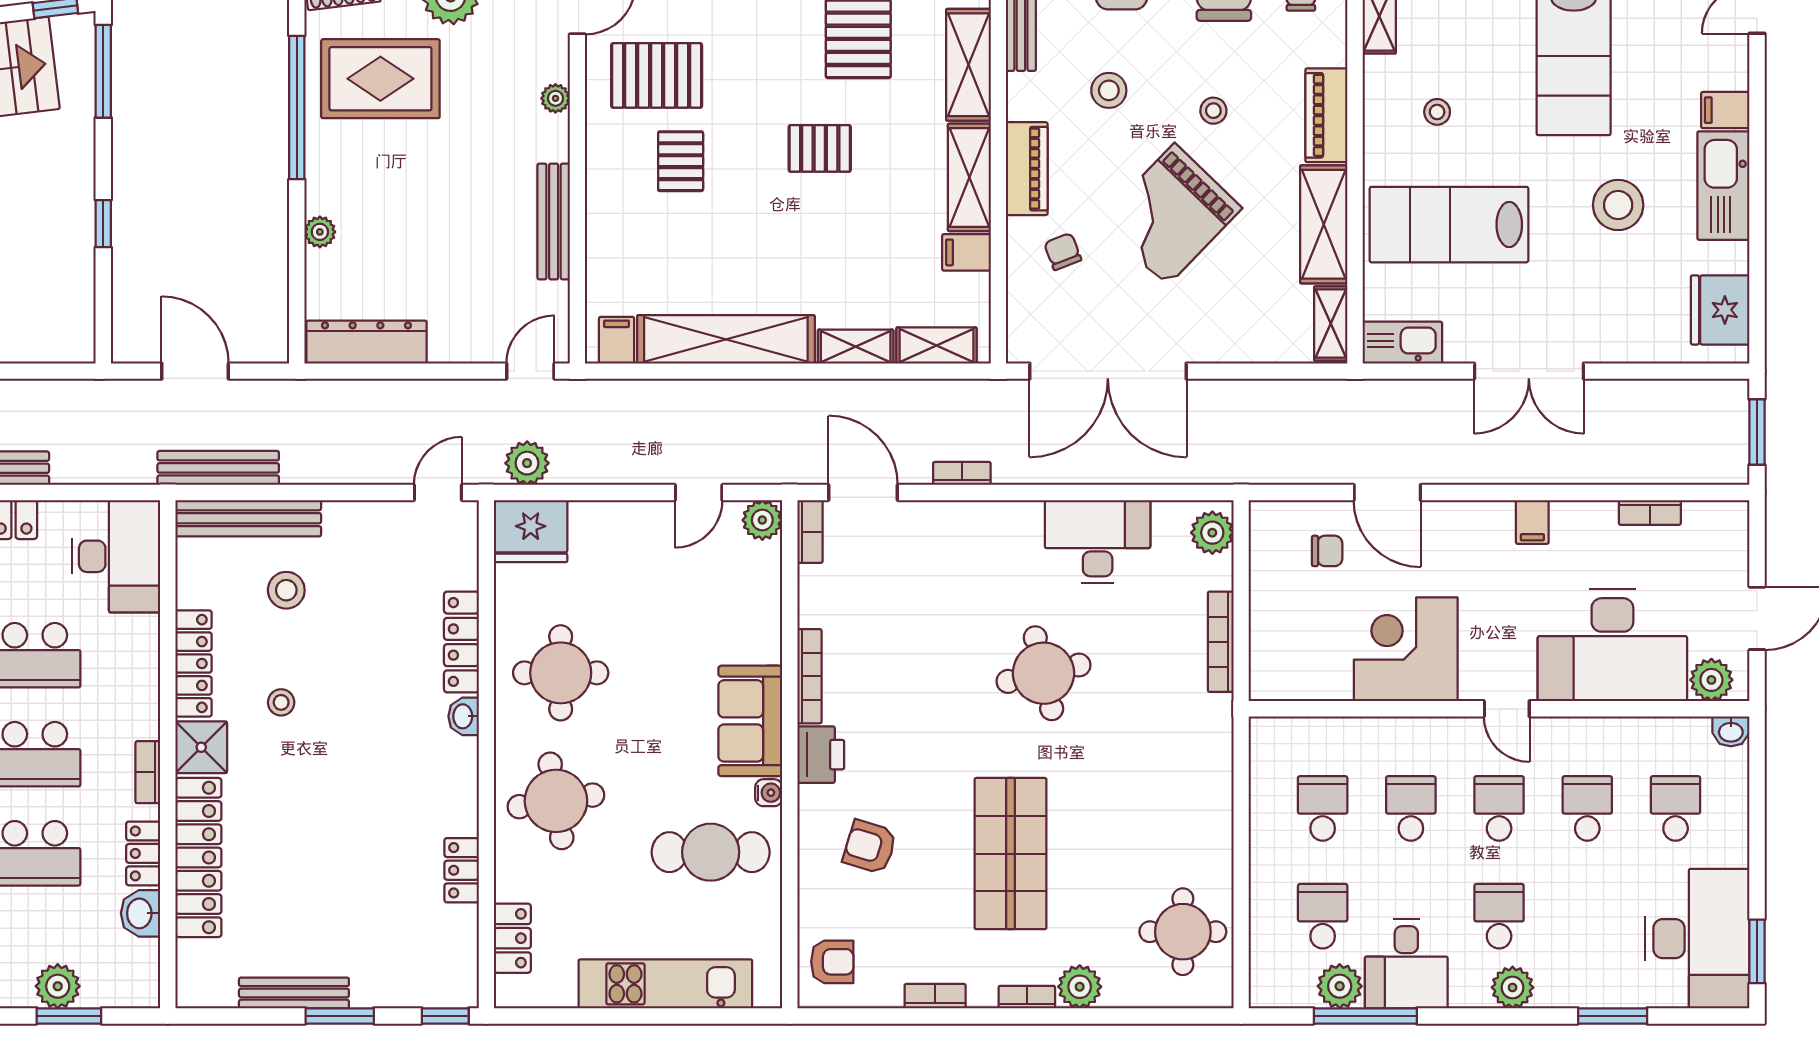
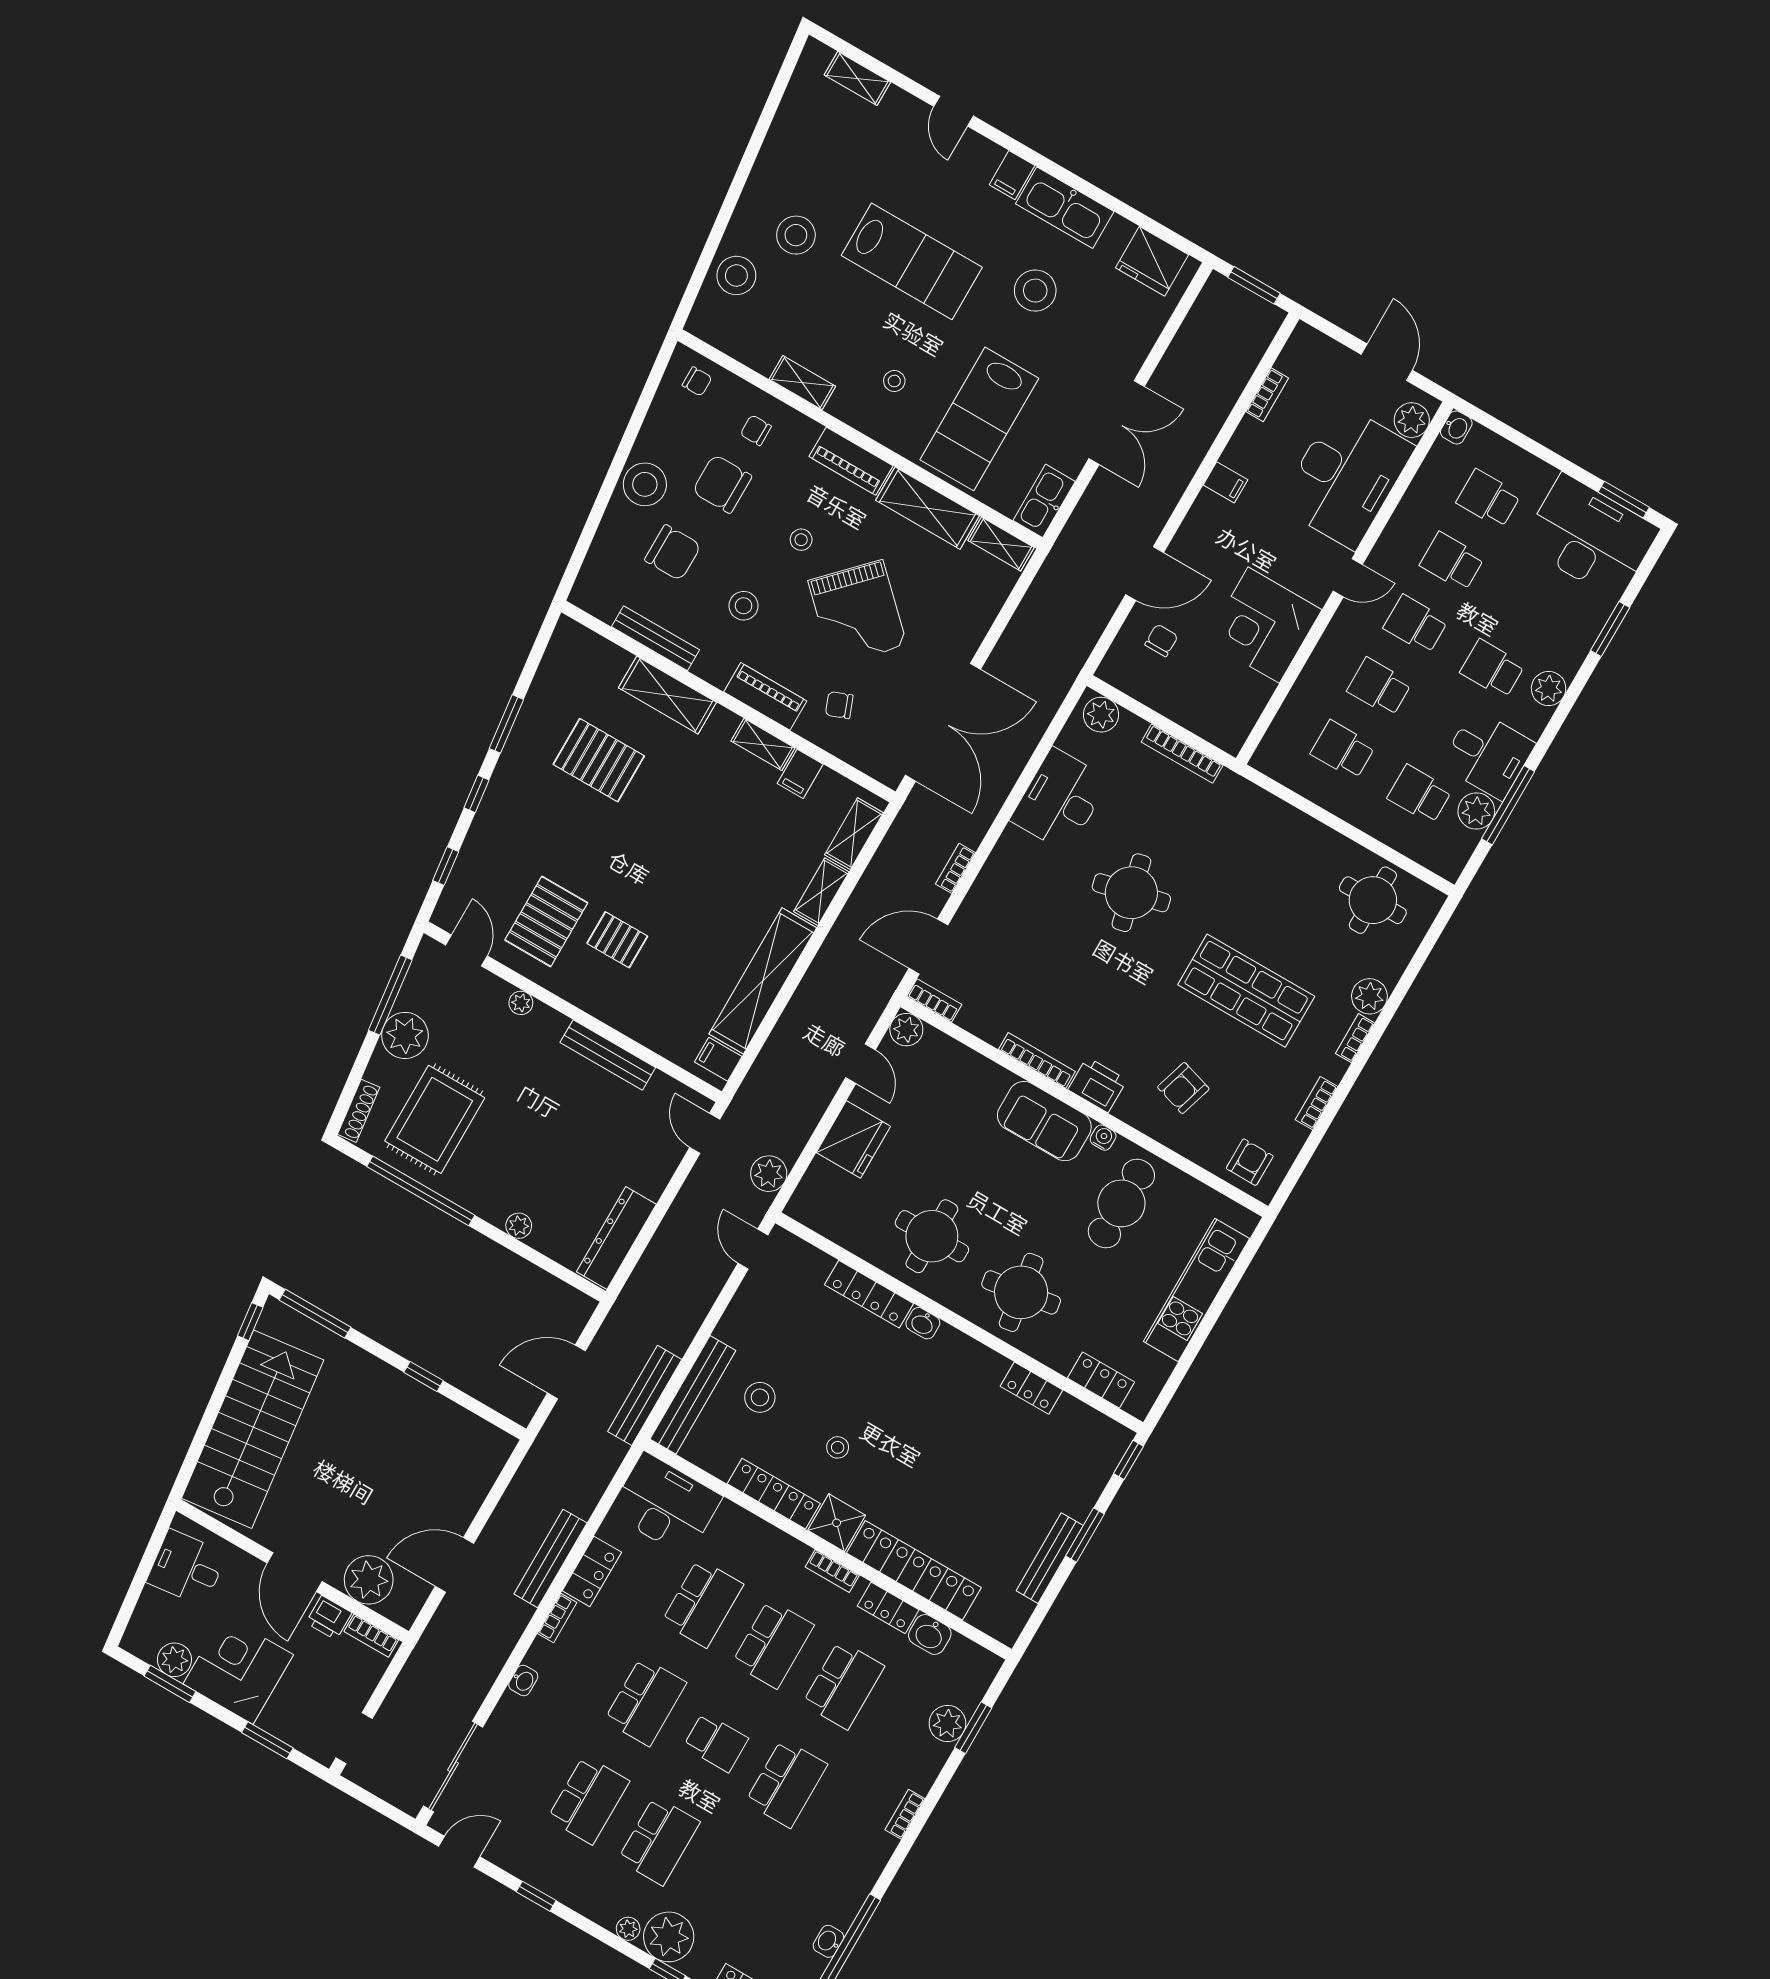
pallet: (820, 148) -> (666, 835), removed
shelving: (969, 177) -> (763, 744), width x0.67, depth x0.75
fridge: (531, 531) -> (853, 1139), moved

